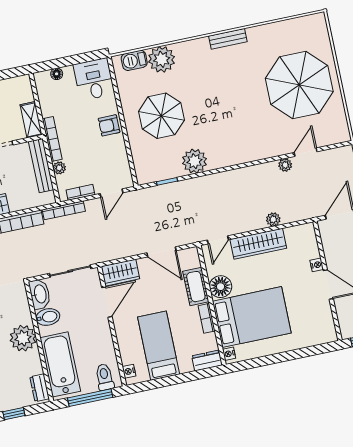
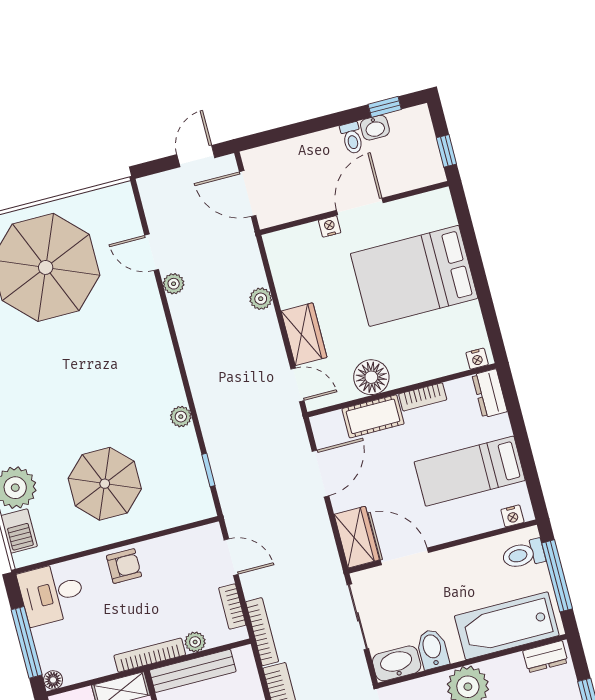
window: (64, 62) -> (27, 642), added
floor lamp: (57, 74) -> (53, 680), moved
armchair: (109, 125) -> (124, 566), turned -90
plant: (195, 161) -> (181, 417), width x0.53, depth x0.53
wardrobe: (258, 244) -> (304, 334), width x0.67
bed: (252, 317) -> (414, 276), moved, turned -90

